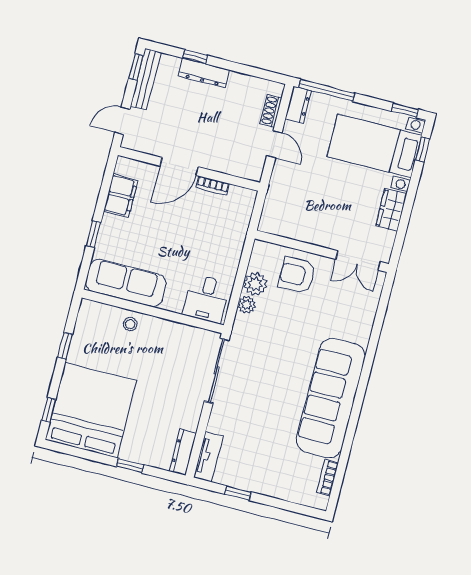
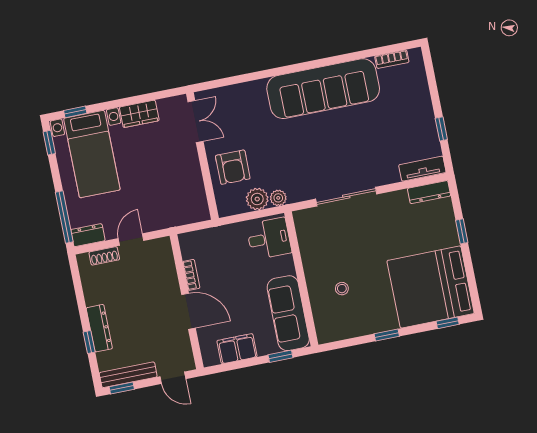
sofa: (126, 283) -> (288, 313), moved
desk: (206, 299) -> (269, 239), moved
wall: (153, 311) -> (301, 279), moved

